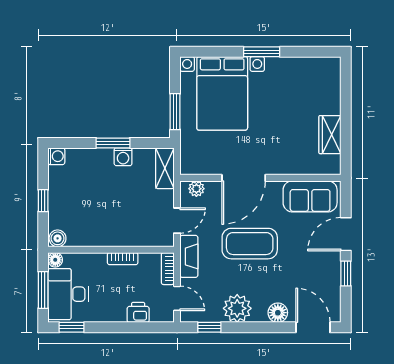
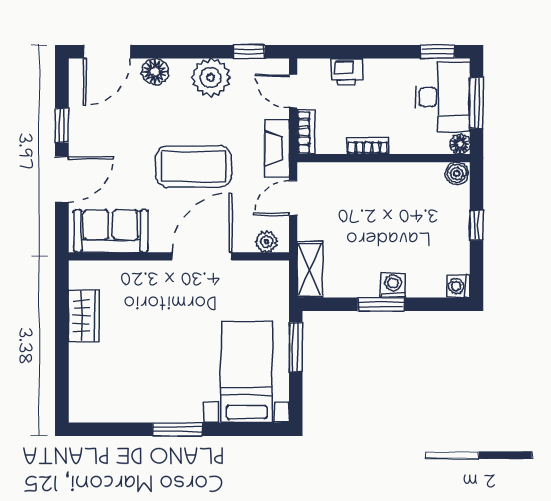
bed with nightstands: (222, 93) -> (247, 372), width x0.73
washing machine: (123, 157) -> (393, 285), moved
door: (313, 327) -> (107, 52), hinge flipped

